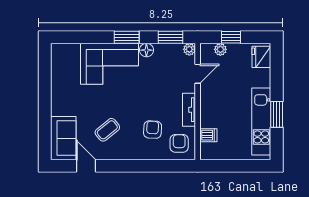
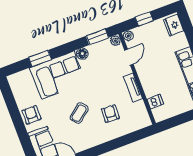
window: (127, 37) -> (40, 58), moved
plant: (220, 49) -> (128, 36), moved
coffee table: (107, 130) -> (79, 113), moved
armchair: (179, 143) -> (31, 115), moved

